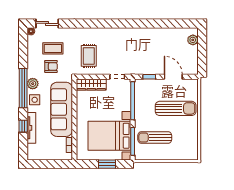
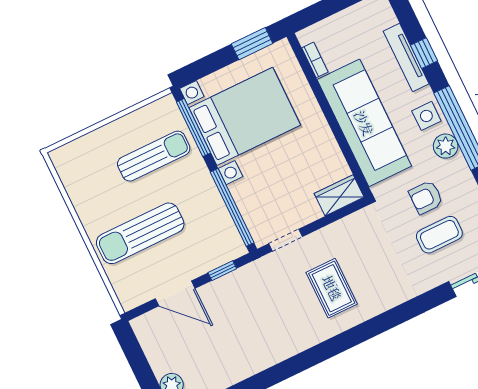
rug: (89, 56) -> (332, 288), moved
wardrobe: (91, 85) -> (339, 195), width x0.67
window: (107, 164) -> (252, 44), moved

